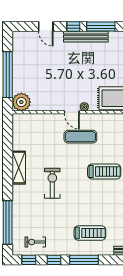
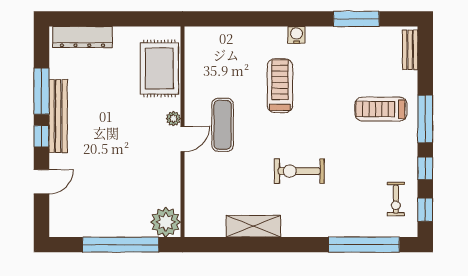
shelving: (19, 168) -> (253, 226), moved
treadmill: (90, 233) -> (381, 109), turned -90

